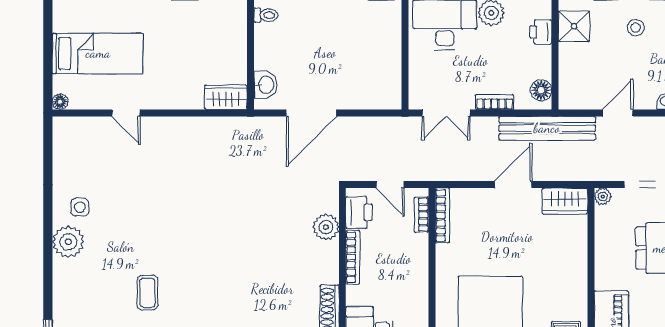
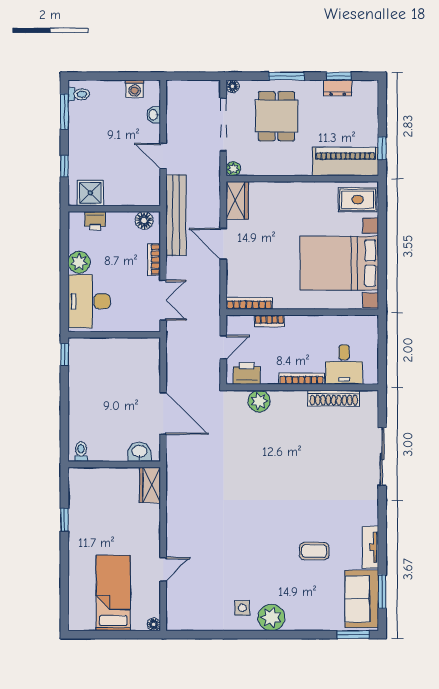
stool: (636, 28) -> (91, 141), removed
bookcase: (421, 215) -> (269, 321), moved
bookcase: (353, 257) -> (302, 379), moved

